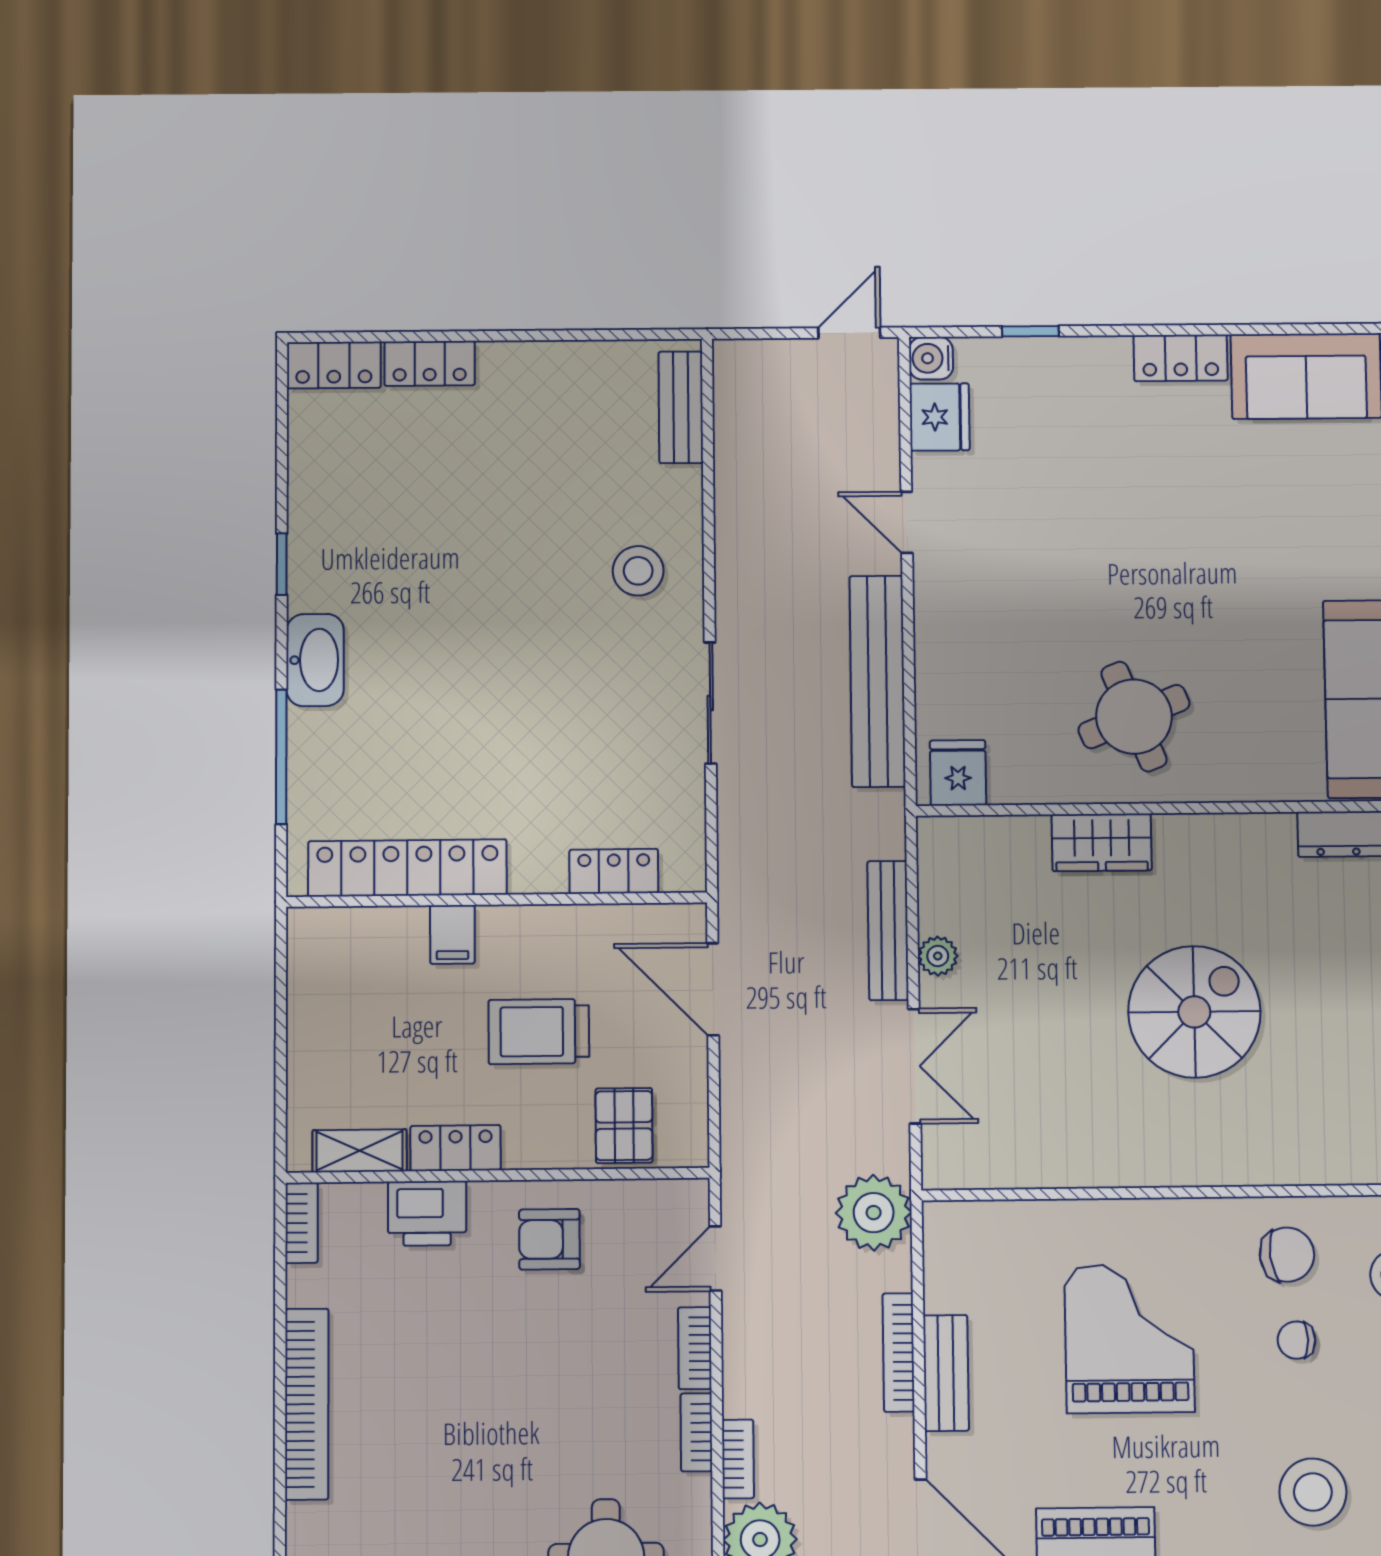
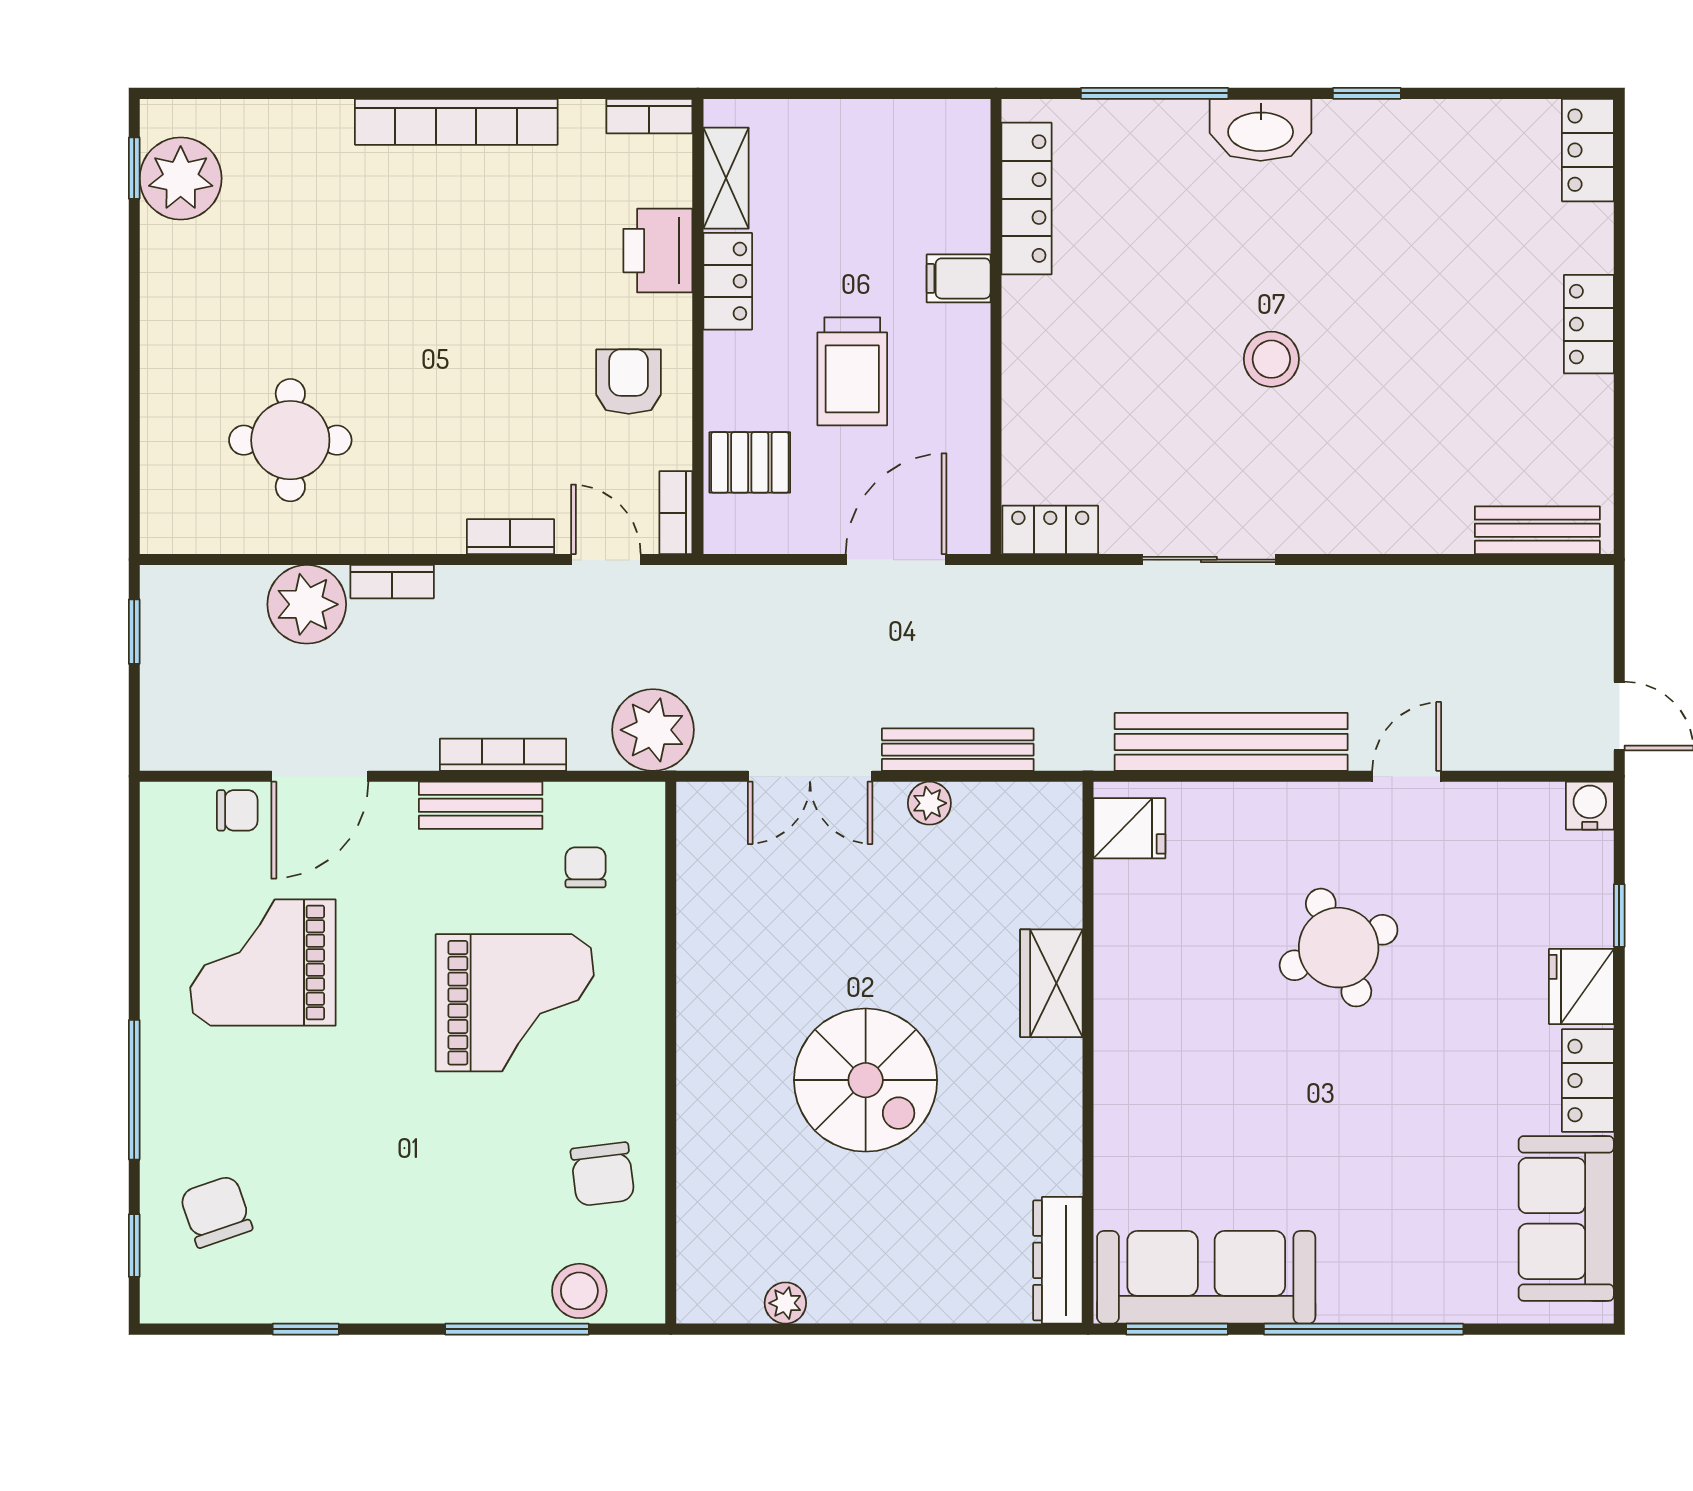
locker: (430, 363) -> (1589, 324), moved
fridge: (940, 417) -> (1581, 986), moved, turned 90
stool: (638, 571) -> (1271, 359), moved
round table: (1134, 717) -> (1339, 948), moved
locker: (407, 868) -> (1026, 199), width x0.71, depth x0.83
locker: (614, 871) -> (1050, 530), moved, turned -90
trolley: (539, 1032) -> (852, 371), turned 180
chair: (1297, 1340) -> (586, 867), moved
bookcase: (696, 1432) -> (676, 513), moved, turned -90
stool: (1313, 1492) -> (349, 1196), removed

